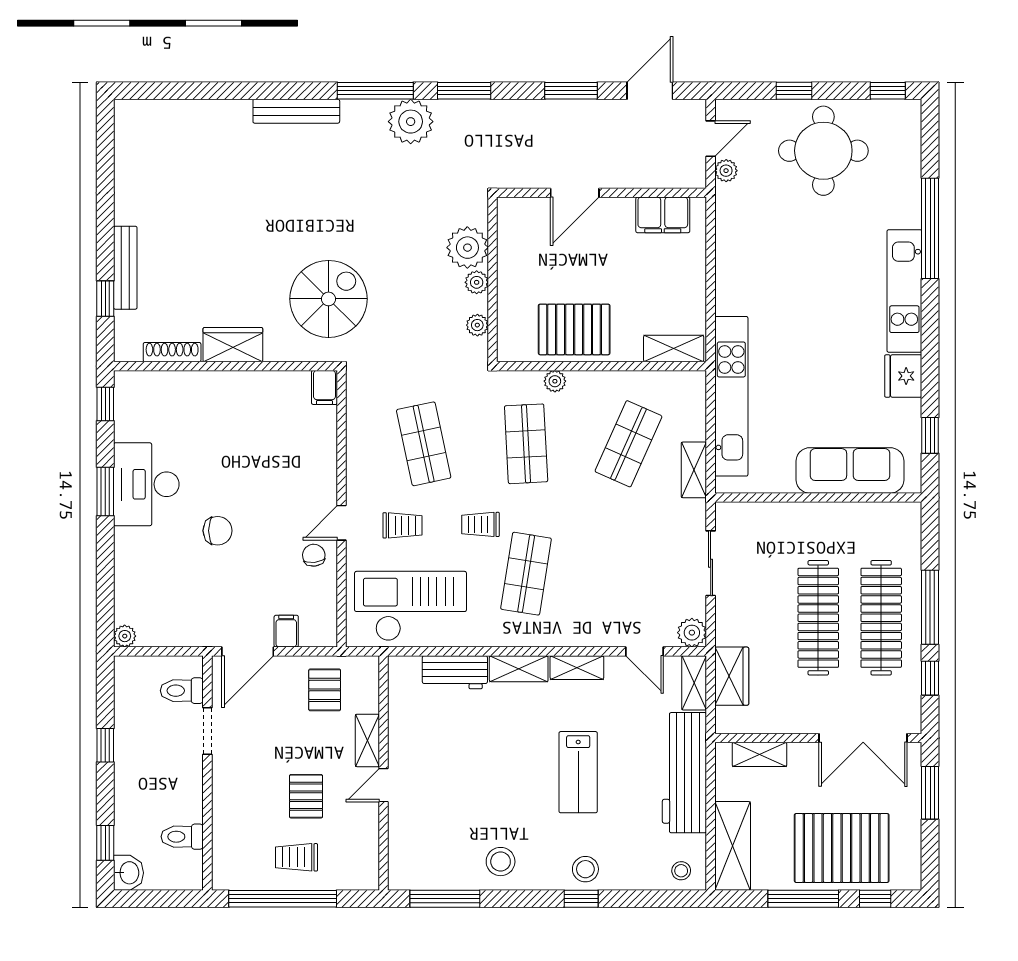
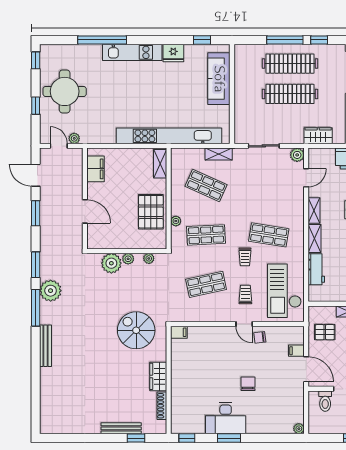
kitchen unit: (731, 396) -> (169, 136), width x1.36
shelving: (694, 683) -> (321, 154), removed

